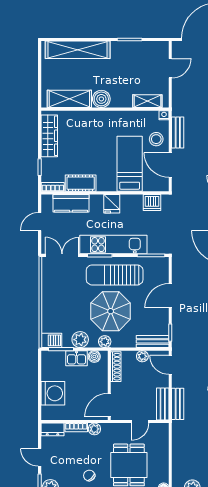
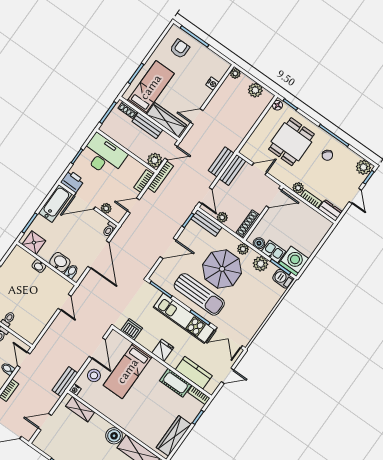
bench: (178, 132) -> (65, 382), moved
washing machine: (53, 393) -> (294, 261), moved, turned 90

